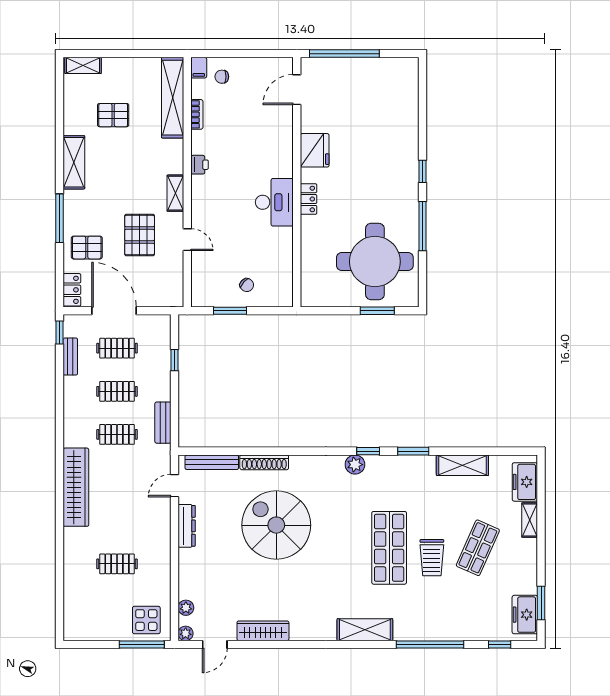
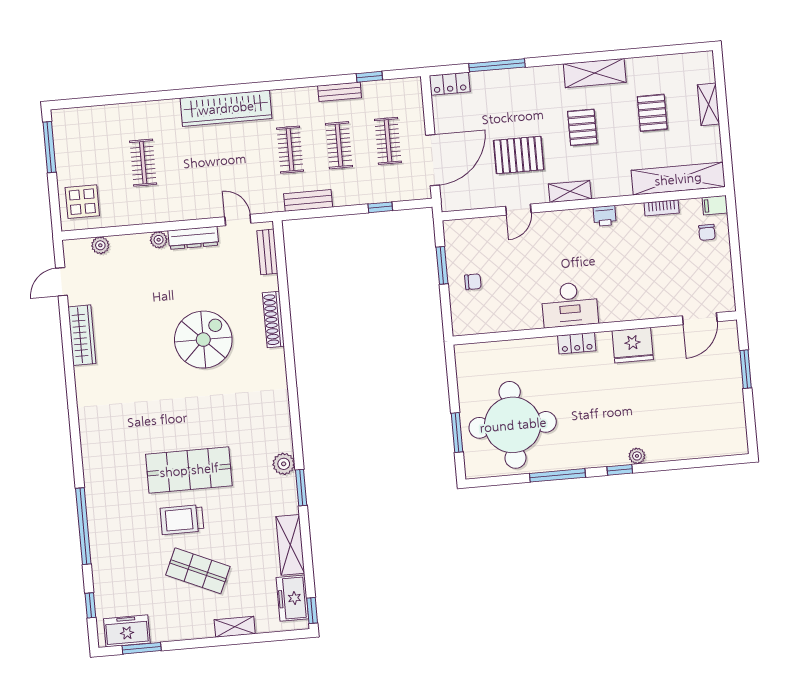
window: (344, 54) -> (746, 369), width x0.47
shelving: (83, 65) -> (708, 104), moved
chair: (222, 77) -> (707, 232), turned 180
door: (297, 90) -> (700, 319), swing flipped
plant: (412, 155) -> (637, 456), added
window: (60, 218) -> (497, 65), moved
pallet: (87, 248) -> (582, 127), moved
chair: (247, 285) -> (473, 282), turned -132
door: (114, 311) -> (433, 160), moved
window: (60, 332) -> (369, 77), moved
bench: (70, 356) -> (340, 92), moved
window: (368, 451) -> (312, 611), moved
bench: (212, 462) -> (267, 252), width x0.73
plant: (355, 465) -> (284, 464), moved
freezer: (525, 482) -> (292, 598), moved, turned -90
spiral stairs: (276, 525) -> (203, 340), width x0.73, depth x0.73
shelving: (365, 630) -> (93, 451), removed
plant: (186, 633) -> (159, 240), moved
window: (142, 644) -> (49, 147), moved
door: (215, 644) -> (61, 282), hinge flipped

